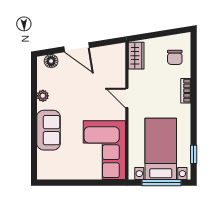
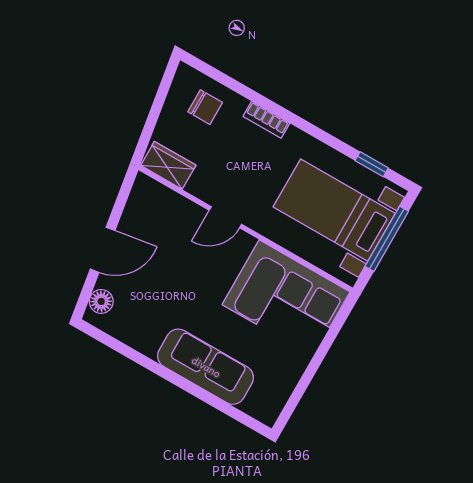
plant: (43, 96) -> (147, 345), removed
sofa: (48, 130) -> (206, 367), width x1.36

